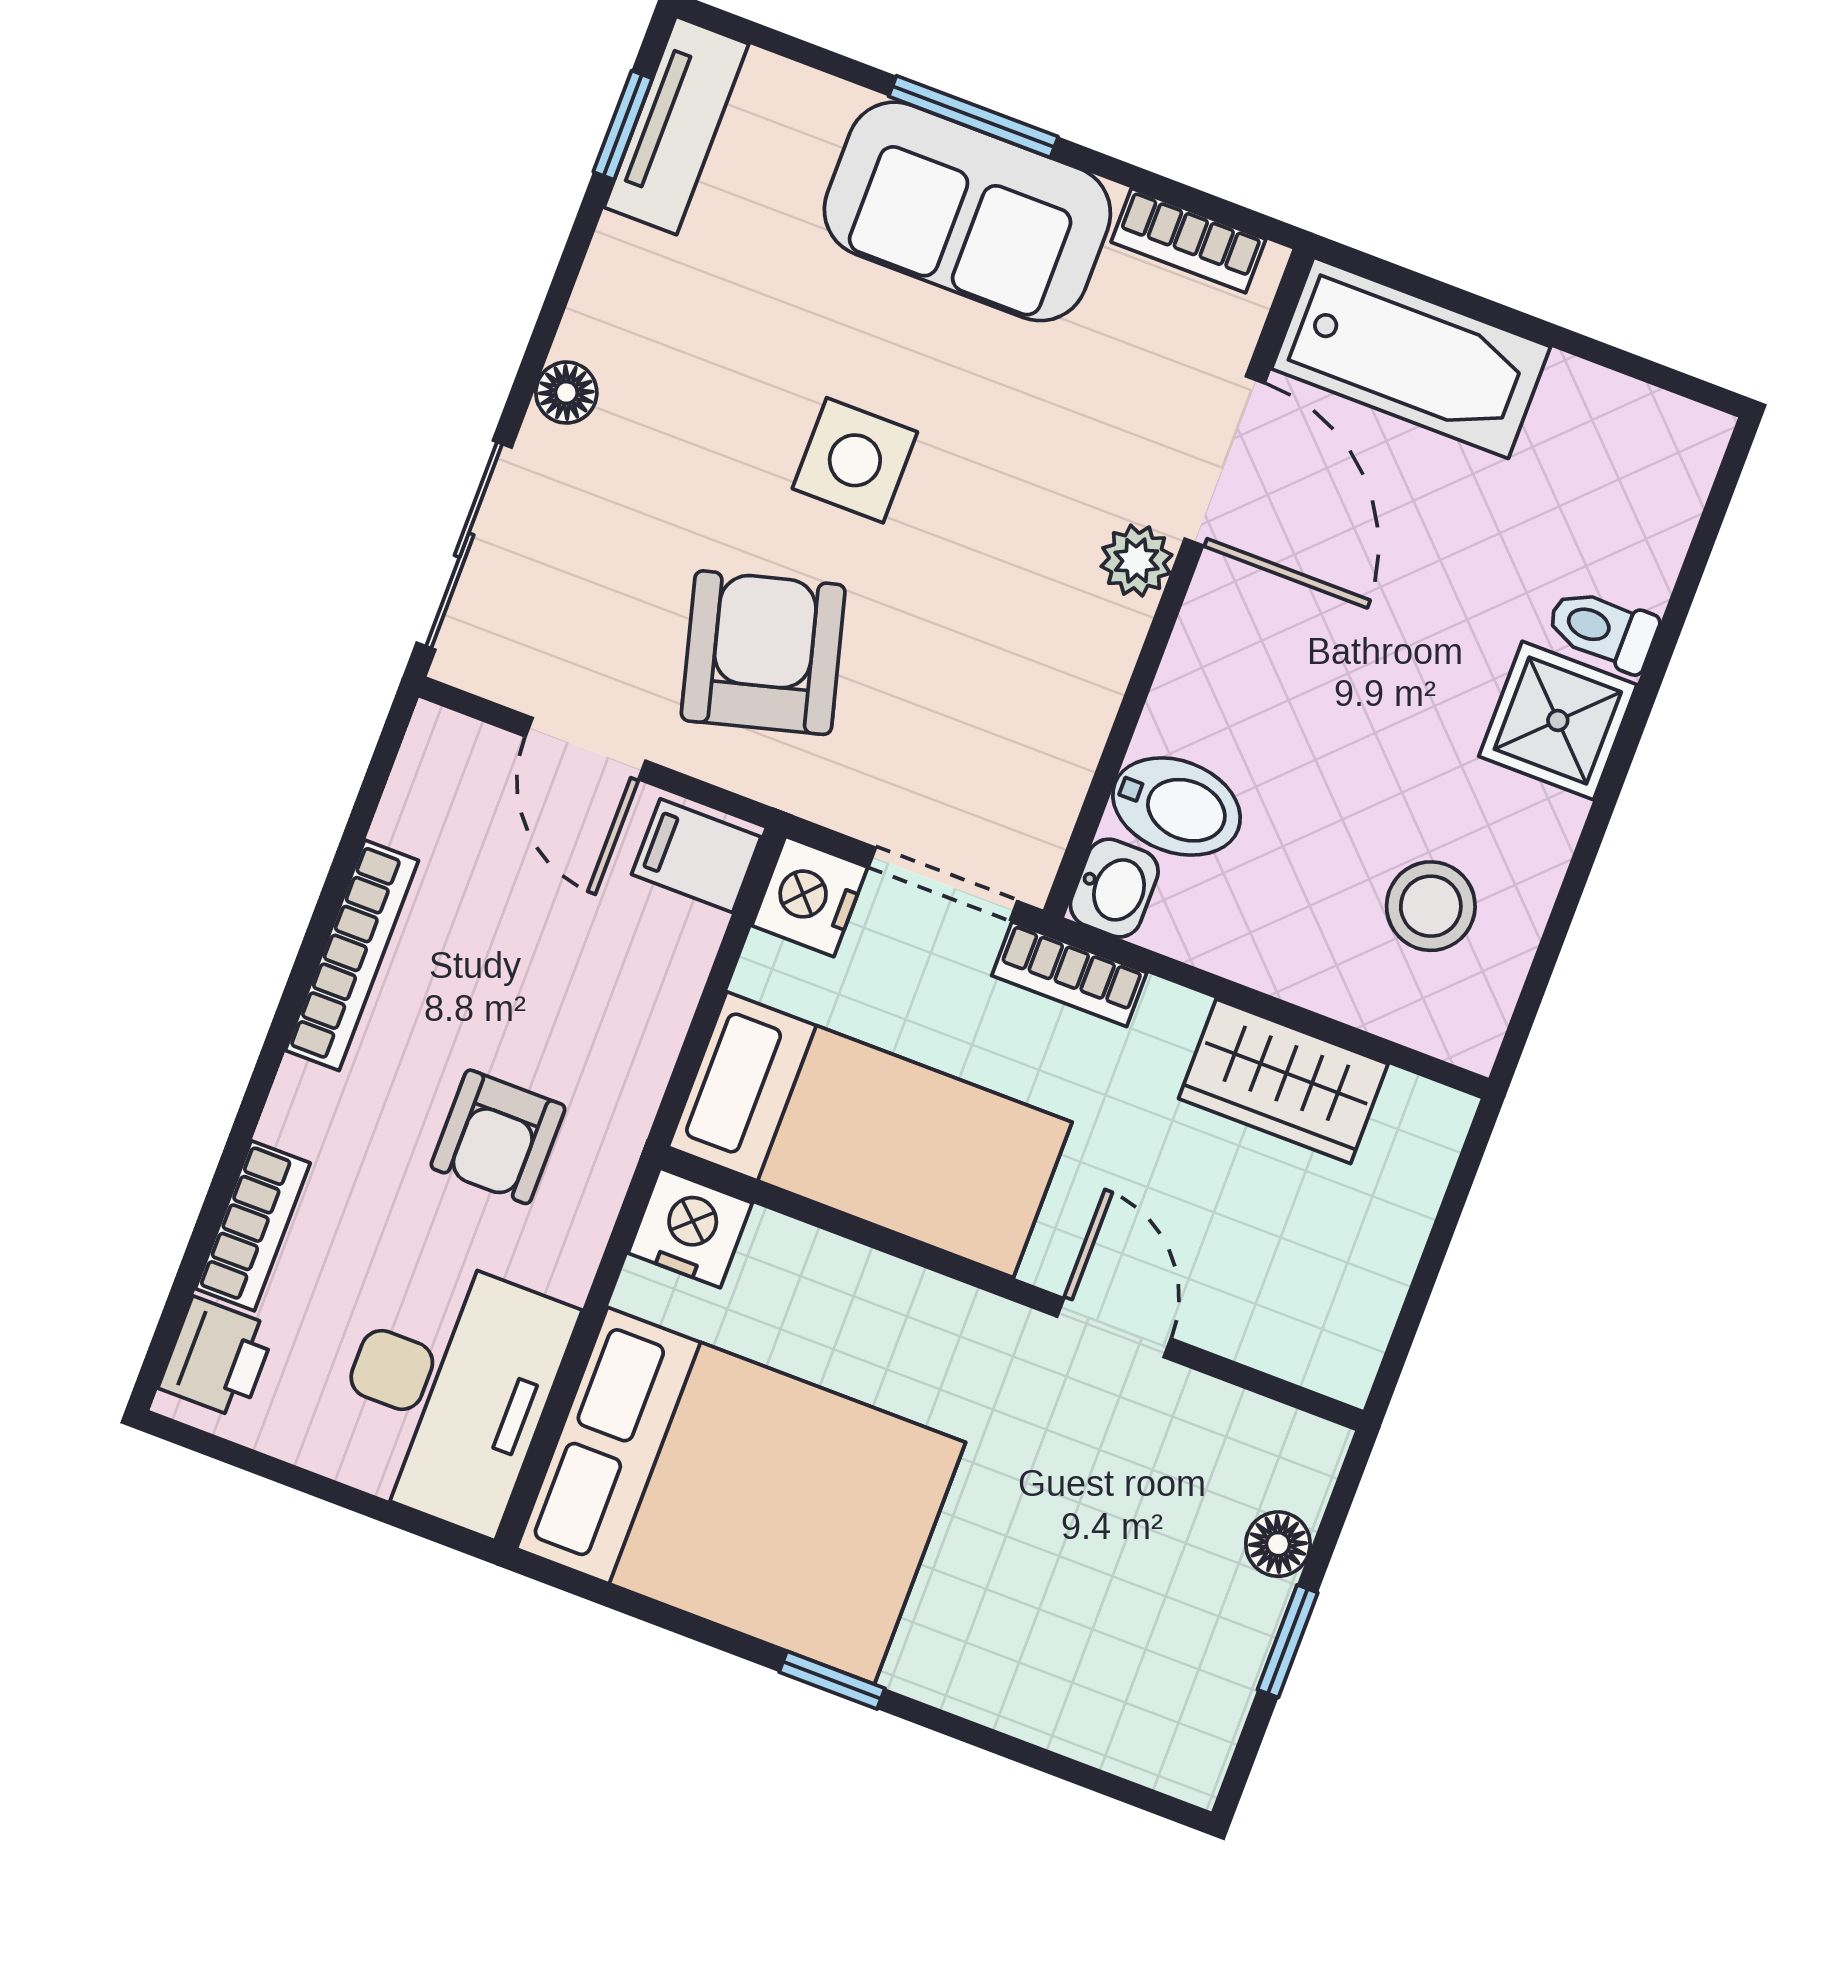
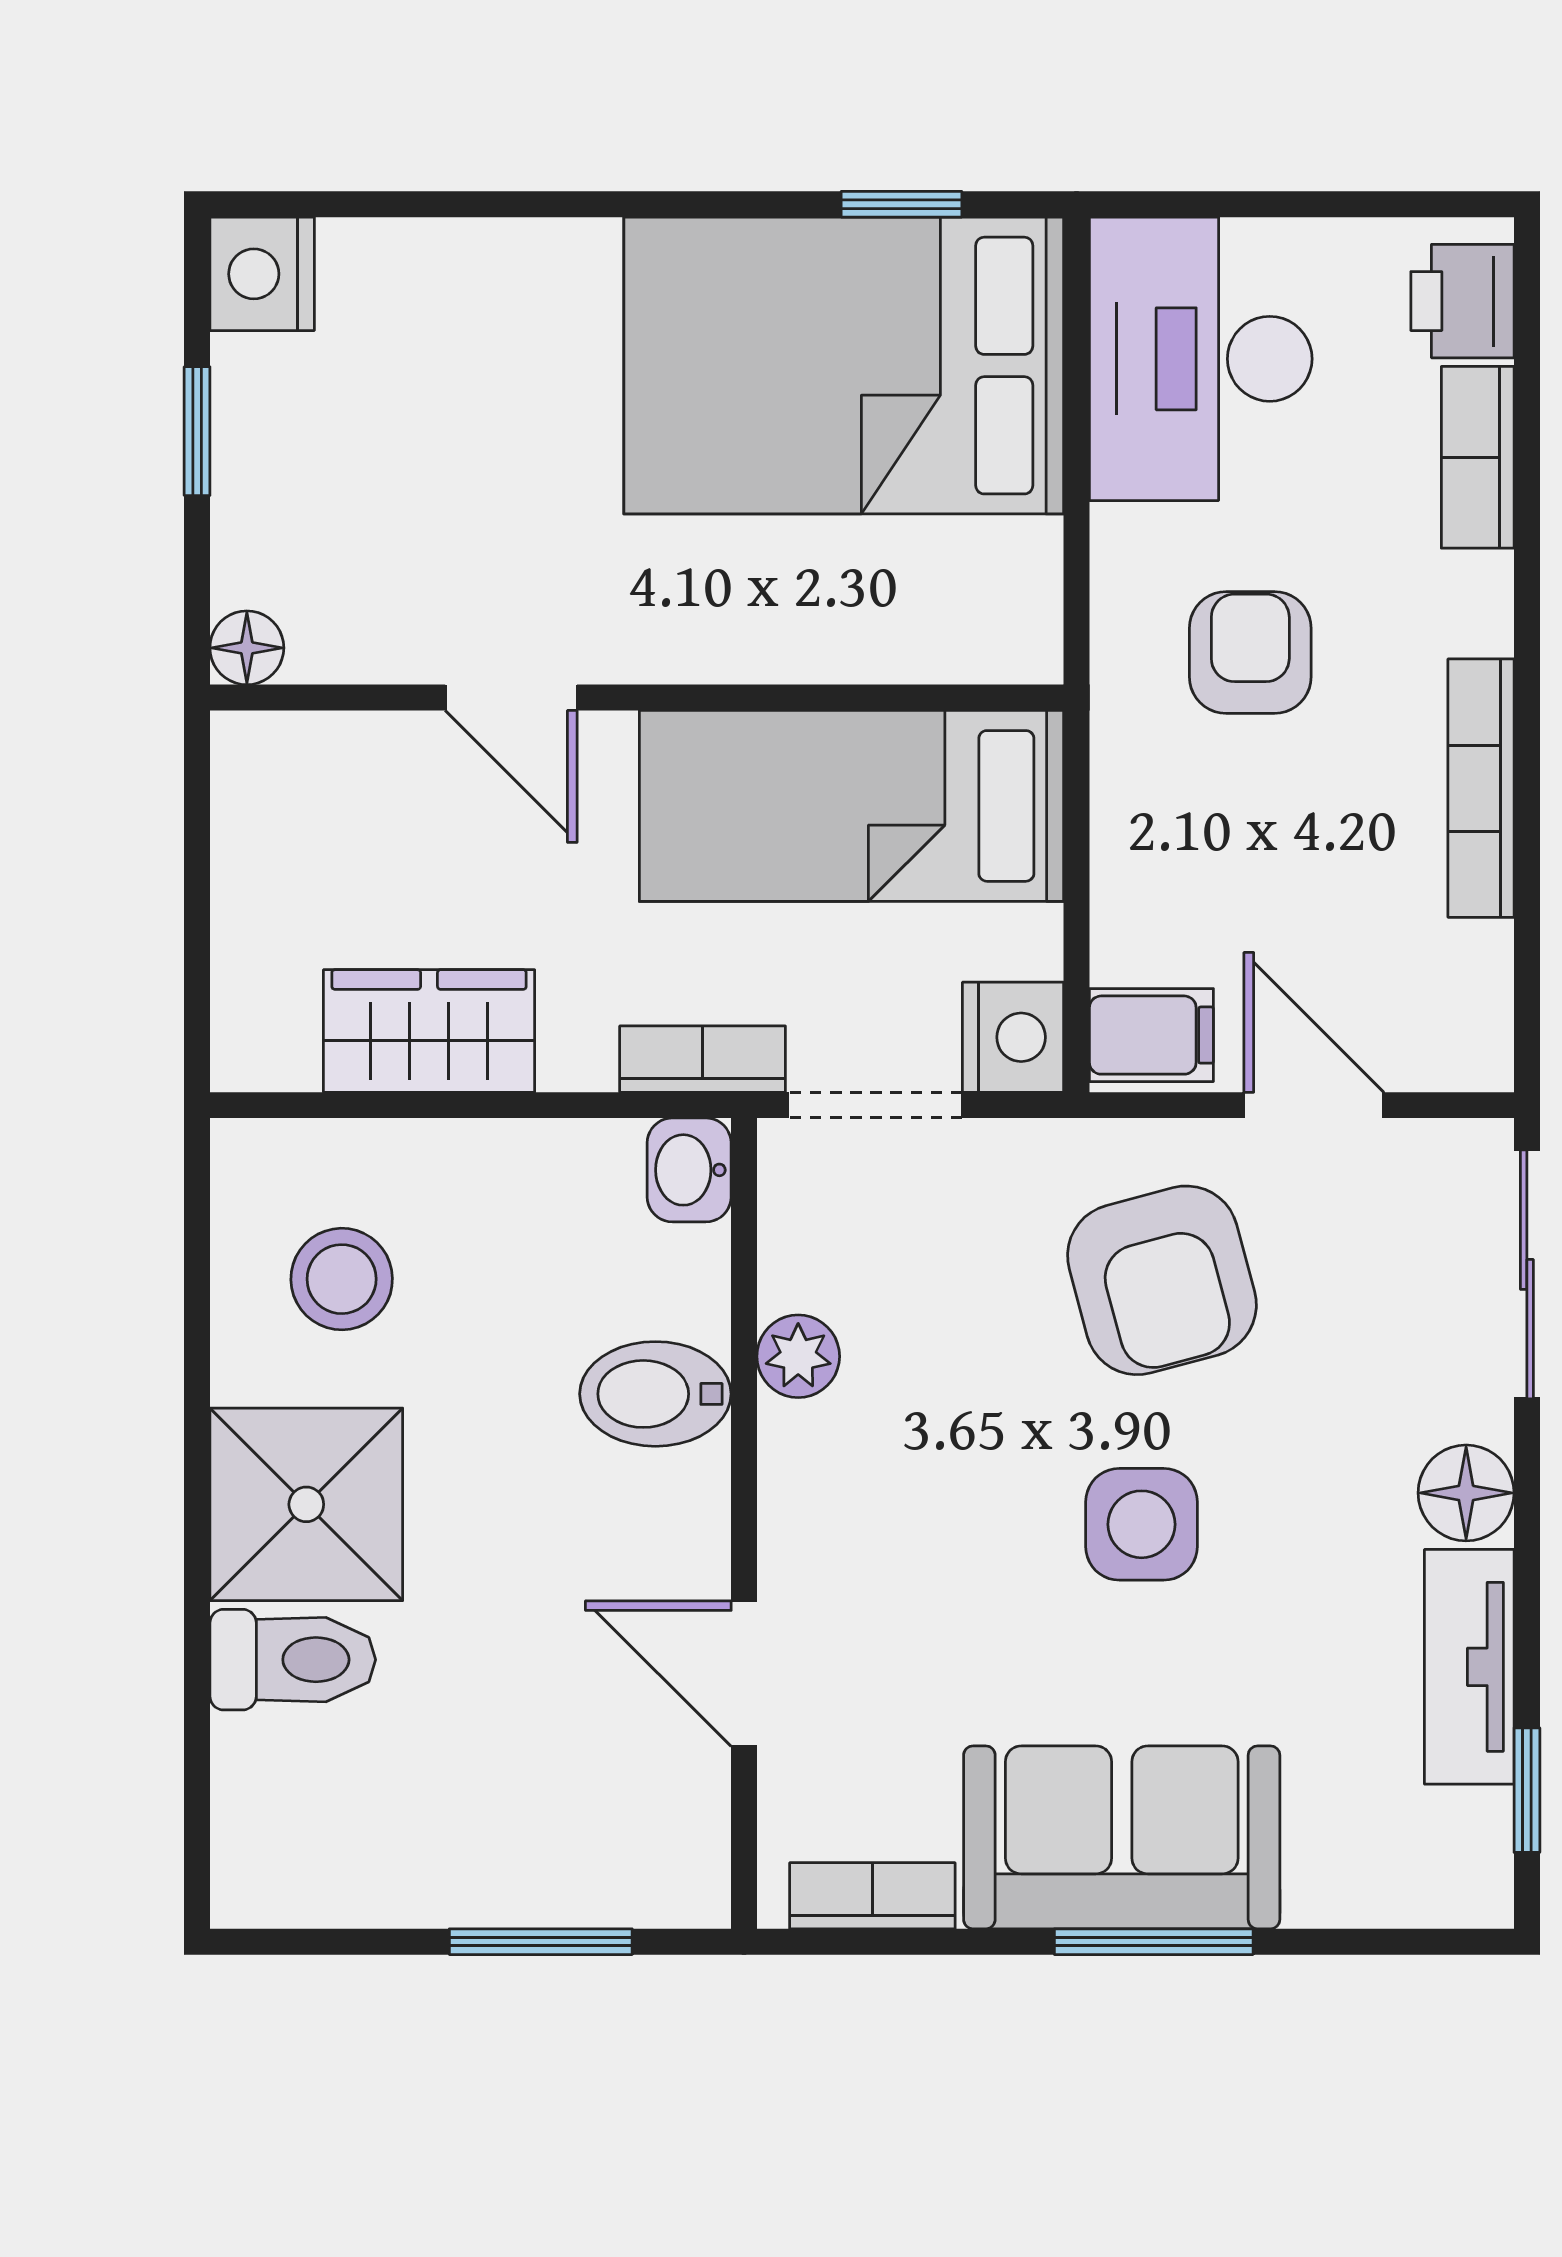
tv unit: (676, 126) -> (1469, 1667), moved
window: (1473, 305) -> (541, 1942), added
bathtub: (1411, 358) -> (586, 1860), removed
floor lamp: (566, 393) -> (1466, 1493), width x1.37, depth x1.37
door: (1225, 461) -> (744, 1674), width x0.73
plant: (1137, 561) -> (798, 1356), moved
toilet: (1602, 629) -> (293, 1660), width x1.37, depth x1.39
shower: (1558, 720) -> (306, 1504), width x1.36, depth x1.36
bidet: (1177, 807) -> (655, 1394), moved
nightstand: (690, 1228) -> (262, 274), moved, turned 90
floor lamp: (1278, 1544) -> (247, 648), moved
window: (832, 1680) -> (901, 204), moved

